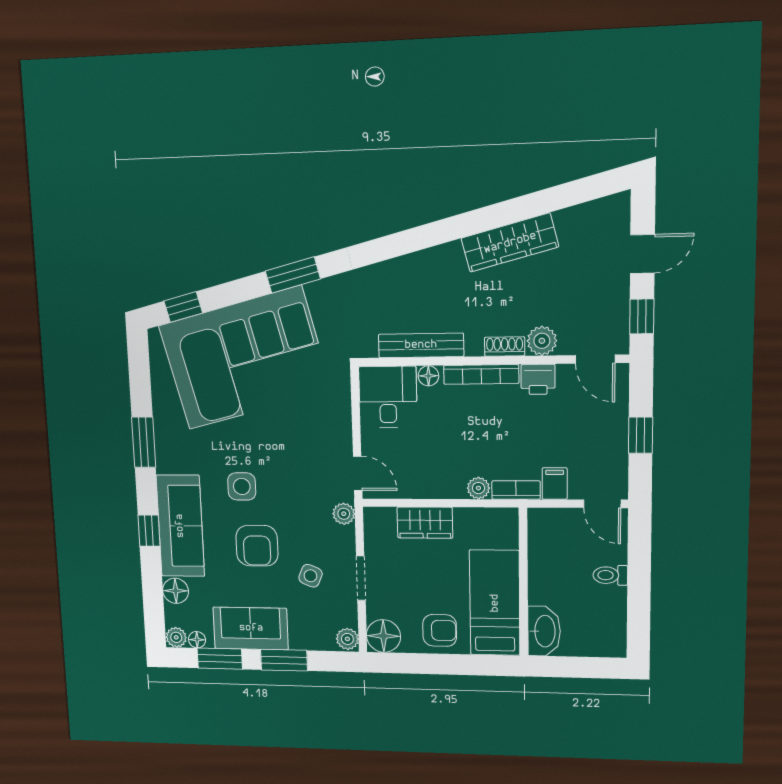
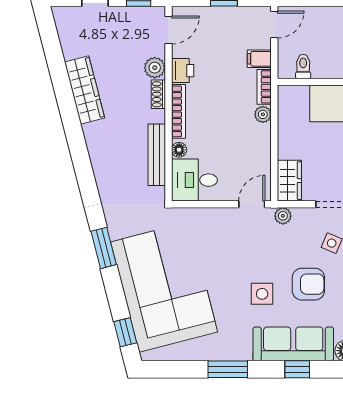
wardrobe: (425, 523) -> (289, 181), moved
toilet: (610, 575) -> (303, 66), moved, turned 180

